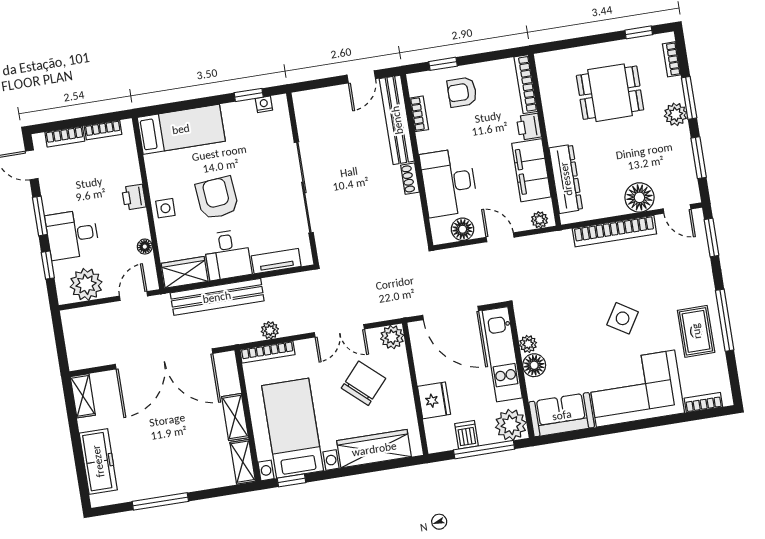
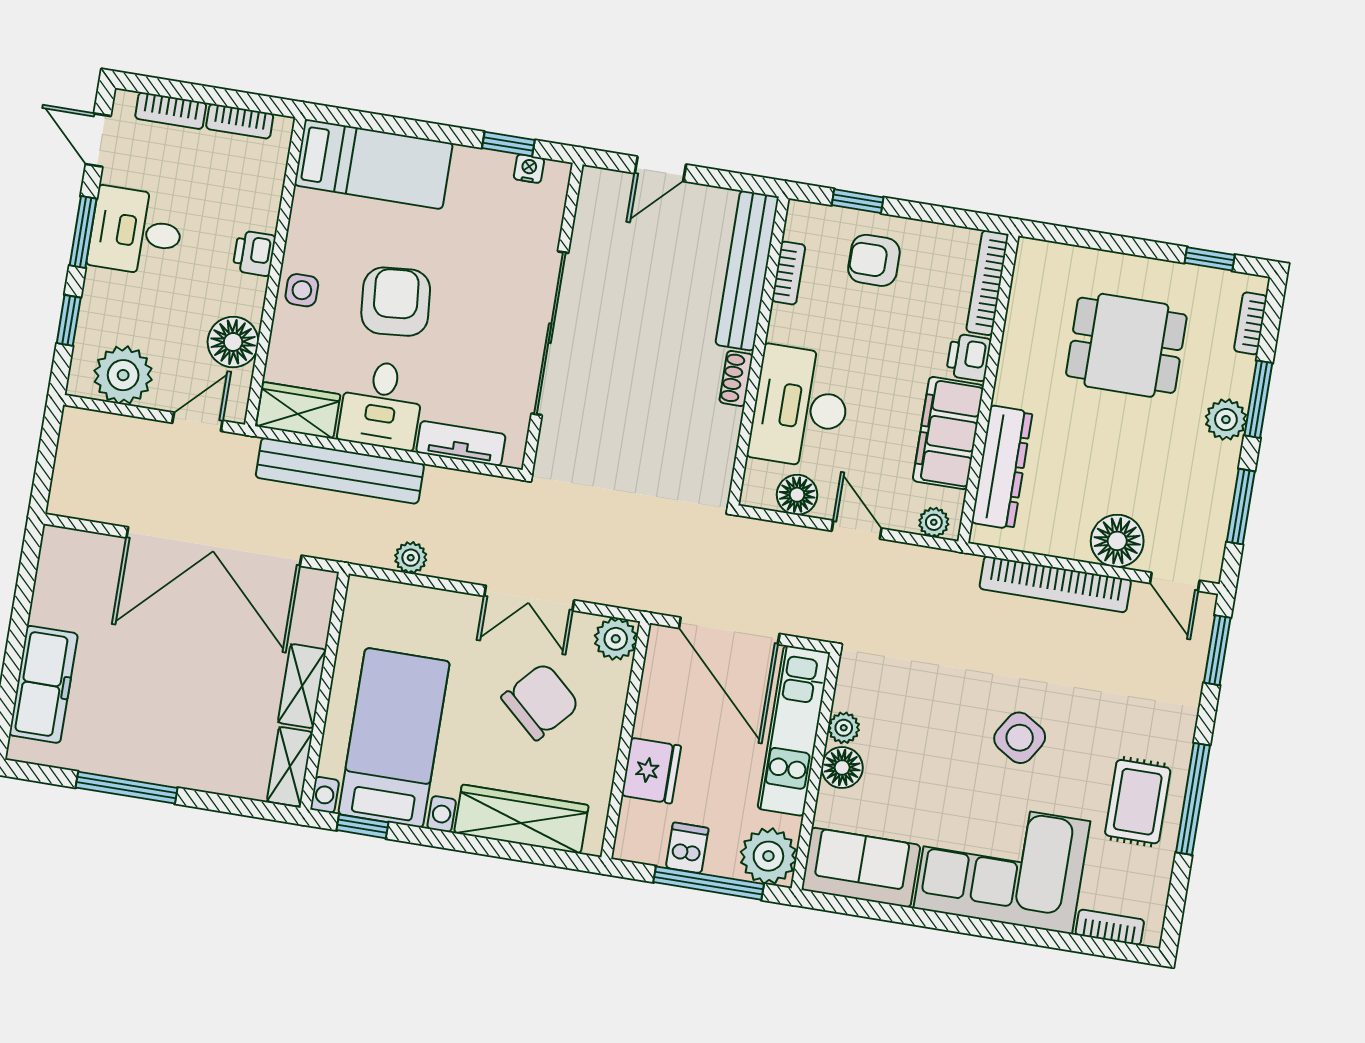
door: (361, 77) -> (660, 169), moved
desk: (72, 234) -> (136, 231), moved
floor lamp: (145, 247) -> (233, 342), width x1.89, depth x1.89
bookcase: (267, 352) -> (394, 593), removed
shelving: (83, 396) -> (54, 563), removed

